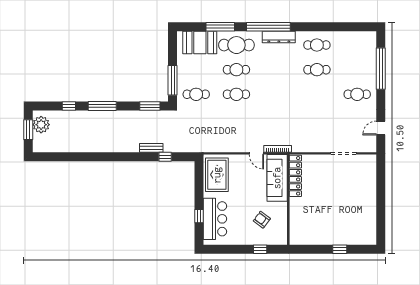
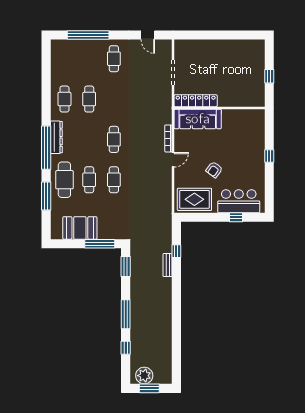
booth: (200, 42) -> (80, 228), moved, turned 90
cafe table: (196, 94) -> (114, 139), moved
locker: (295, 176) -> (196, 101), moved
sofa: (277, 178) -> (198, 119), moved
wall: (288, 200) -> (219, 108), moved
armchair: (262, 220) -> (214, 170), moved

